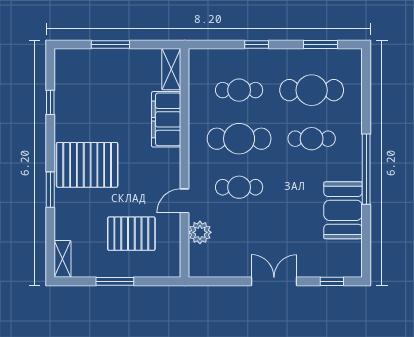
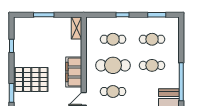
cafe table: (312, 90) -> (152, 39), width x0.73, depth x0.74
filing cabinet: (166, 119) -> (74, 72), moved

